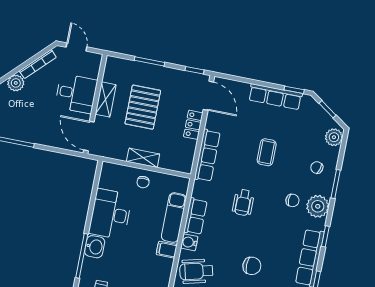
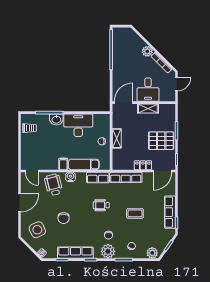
pallet: (143, 107) -> (161, 141), moved
row of seats: (195, 216) -> (98, 178), moved

